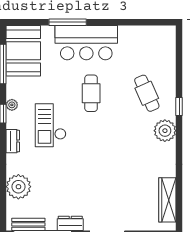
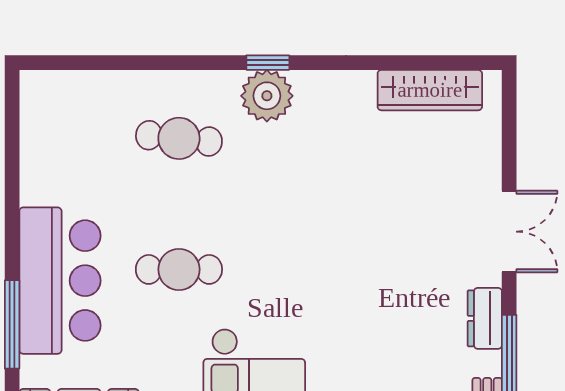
cafe table: (147, 93) -> (179, 138), turned 30
window: (179, 107) -> (268, 63), moved

